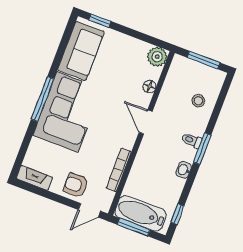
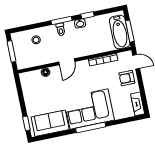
plant: (157, 57) -> (26, 79), removed
armchair: (76, 185) -> (127, 78), turned 90
window: (177, 214) -> (88, 15), moved

